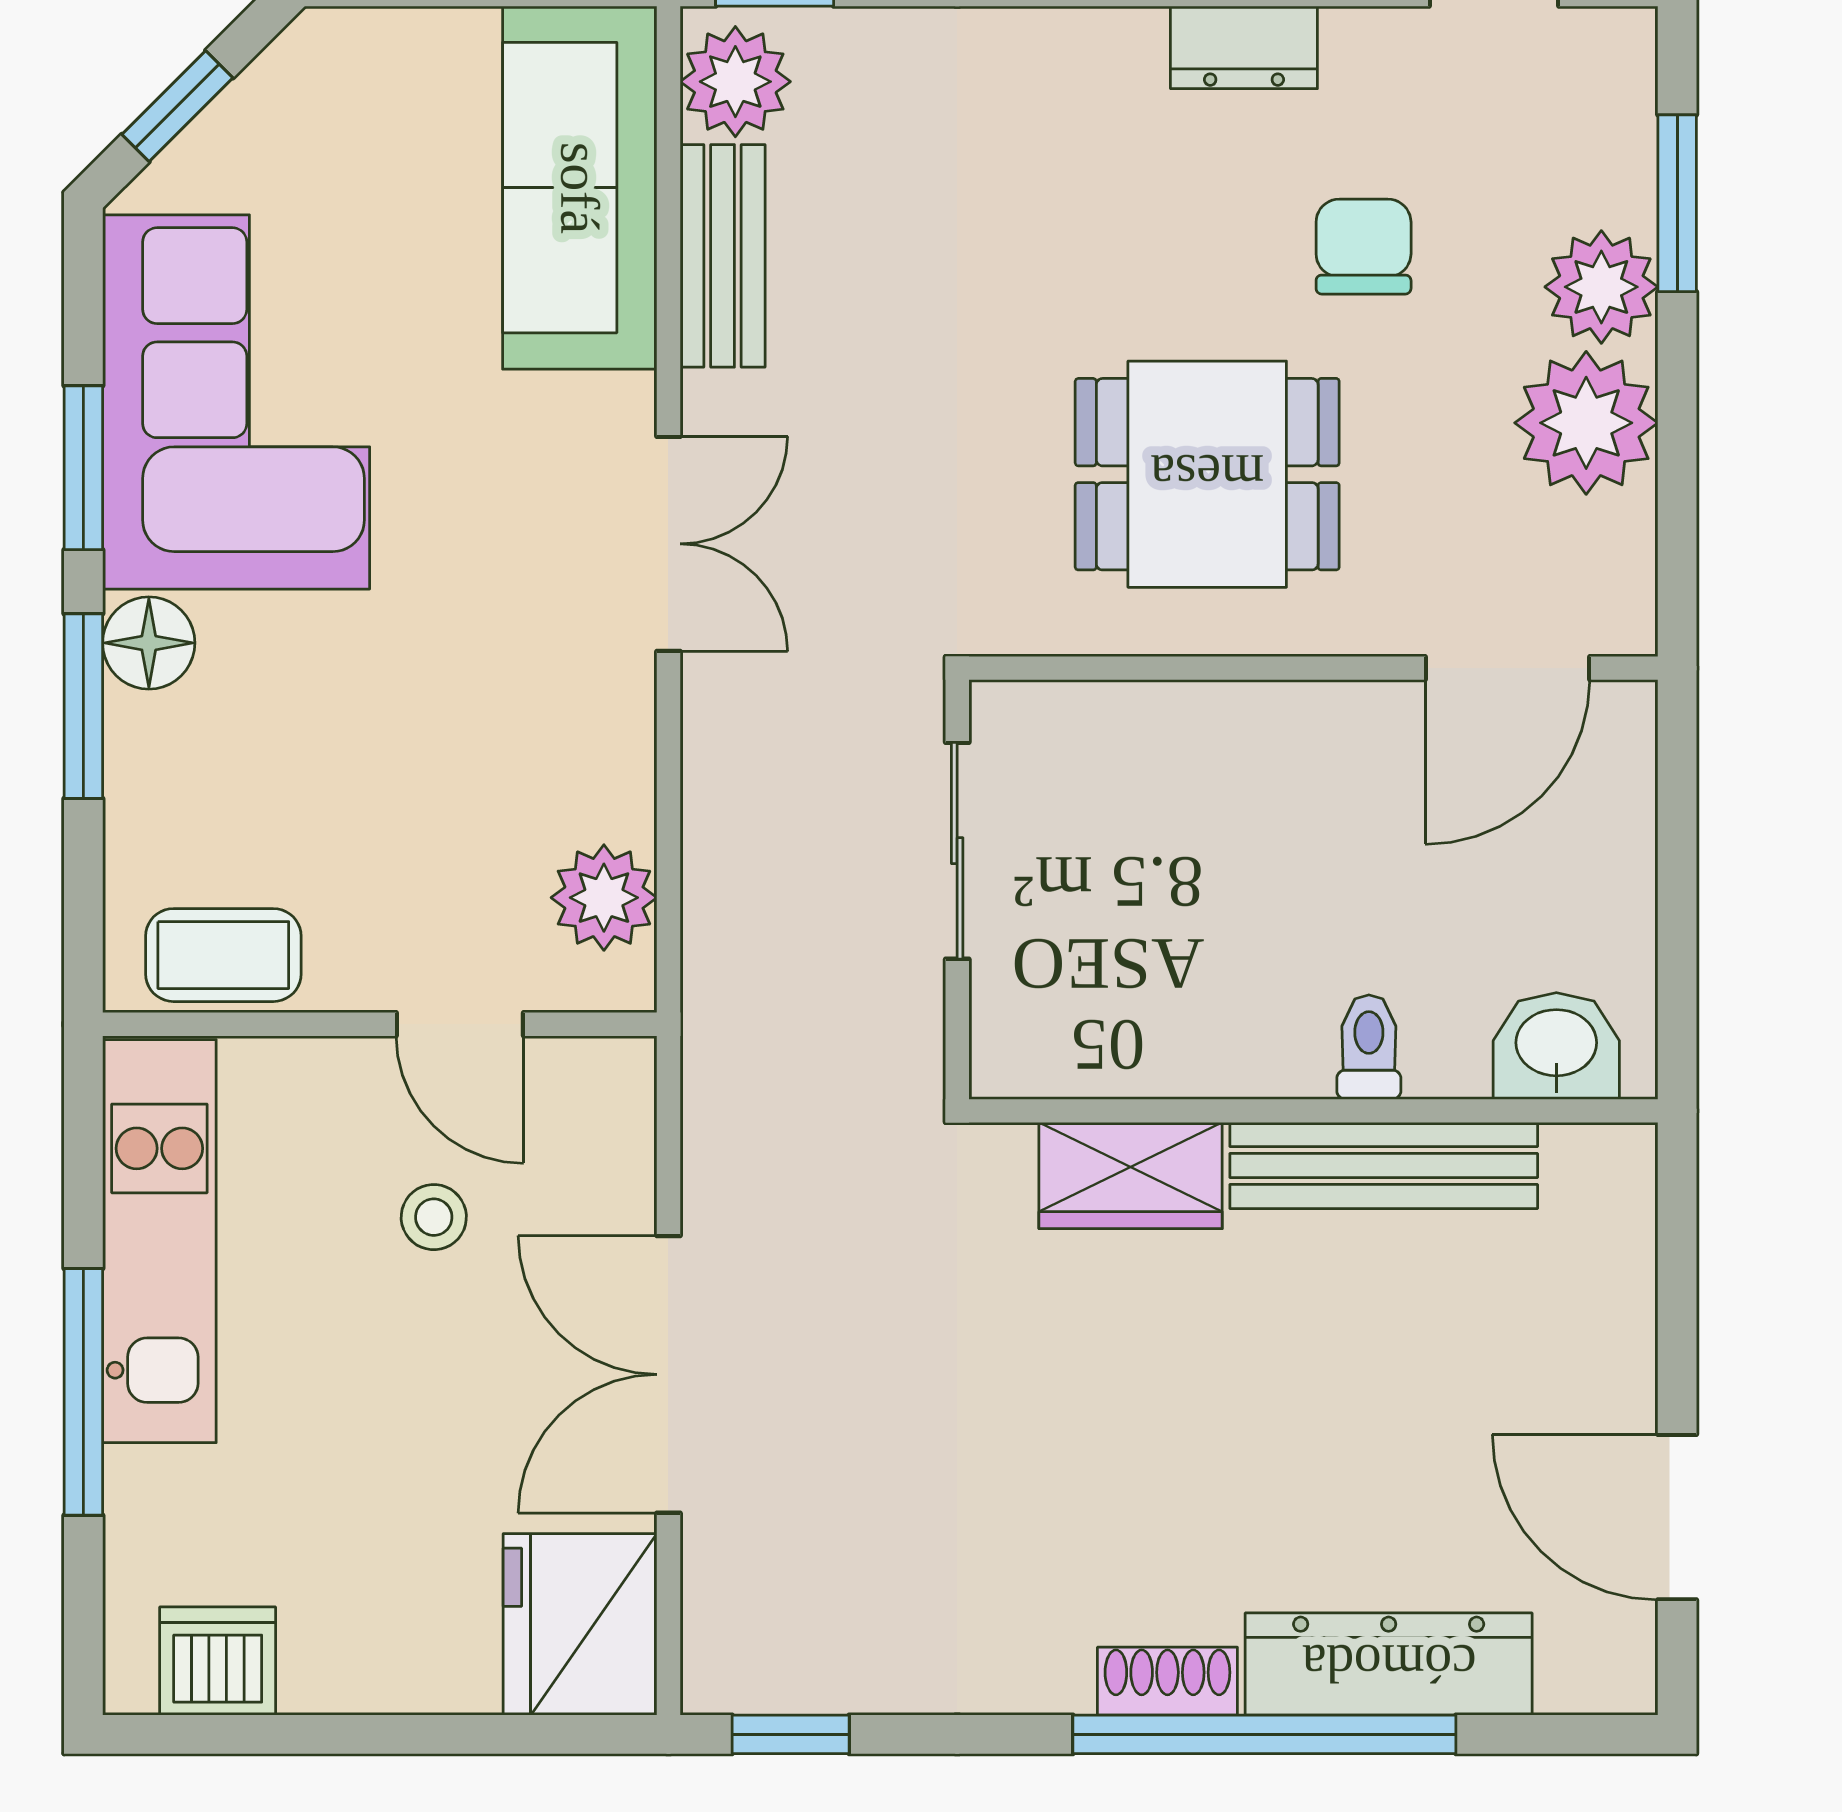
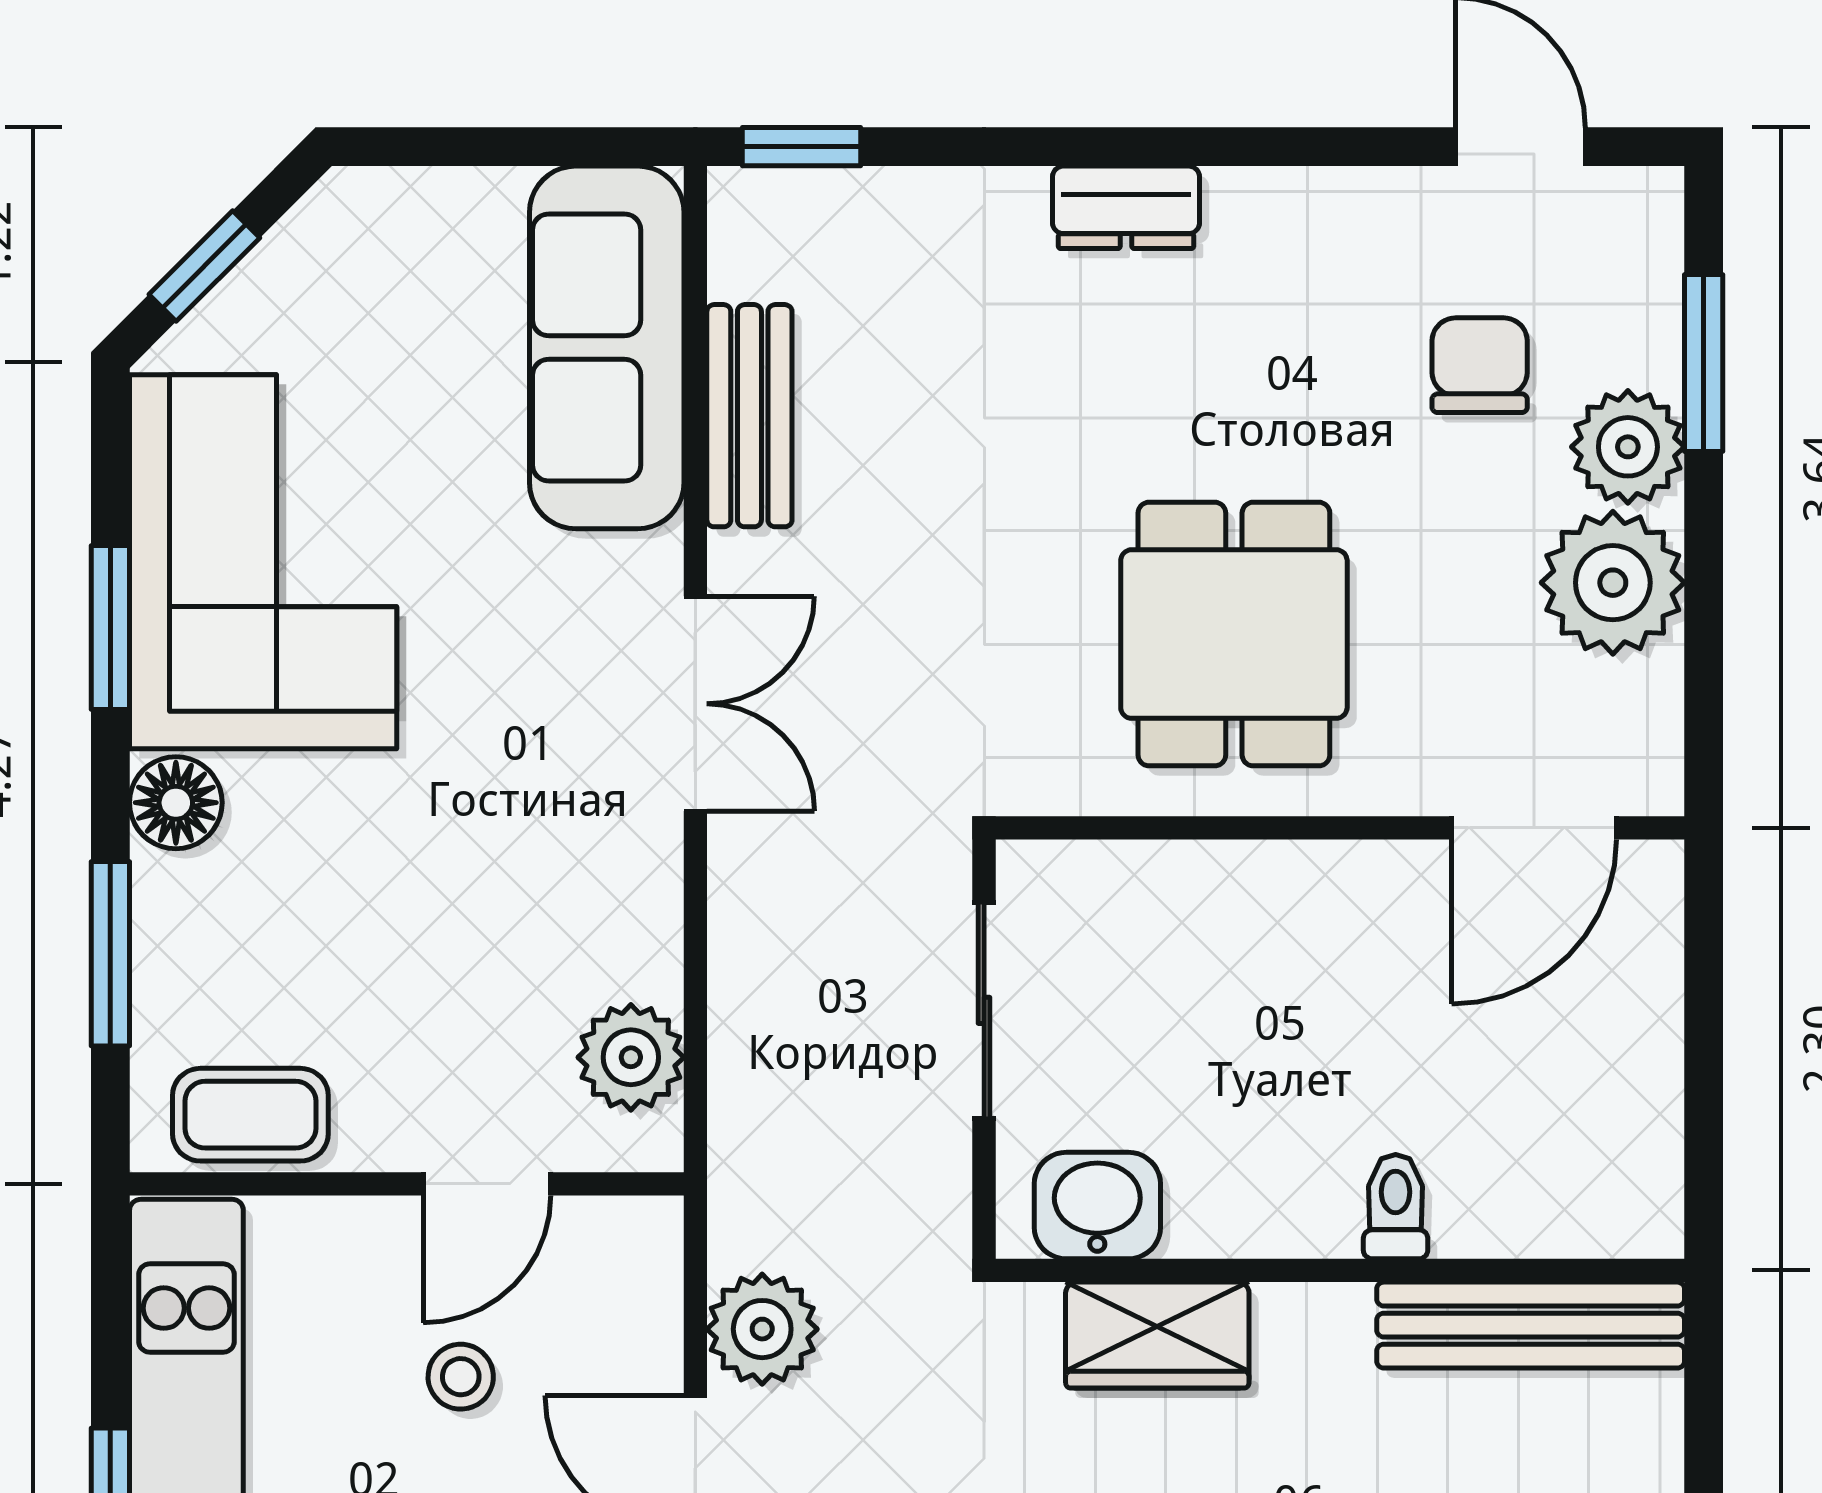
dresser: (1244, 47) -> (1126, 207), moved
plant: (735, 82) -> (762, 1329), moved
chair: (1364, 247) -> (1480, 365), moved
dining table: (1207, 474) -> (1234, 634), turned 90
window: (83, 706) -> (110, 954), moved
door: (460, 1024) -> (487, 1184), hinge flipped
washbasin: (1556, 1046) -> (1097, 1206), moved
bench: (1384, 1165) -> (1531, 1325), moved

